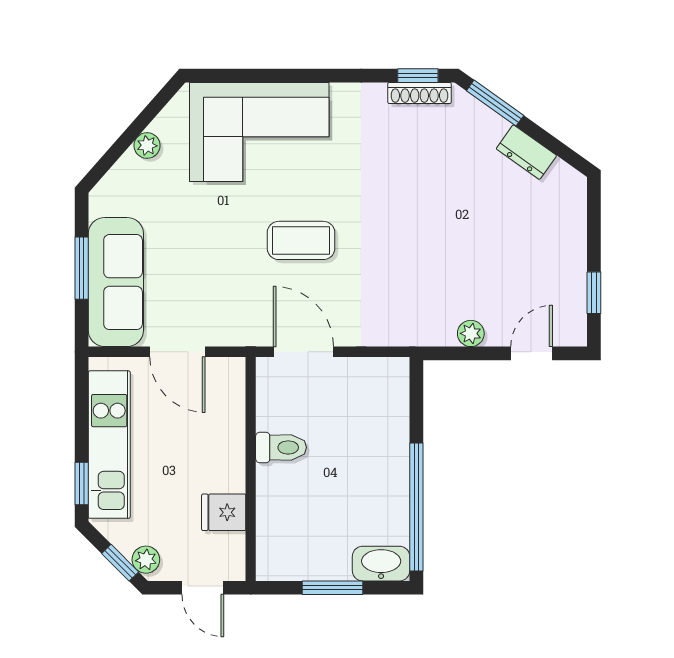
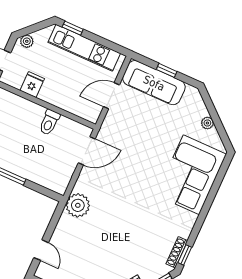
coffee table: (301, 240) -> (136, 172), removed
window: (82, 268) -> (167, 70), width x0.67
plant: (471, 333) -> (78, 205), moved, width x1.88, depth x1.88
window: (120, 563) -> (31, 29), removed

